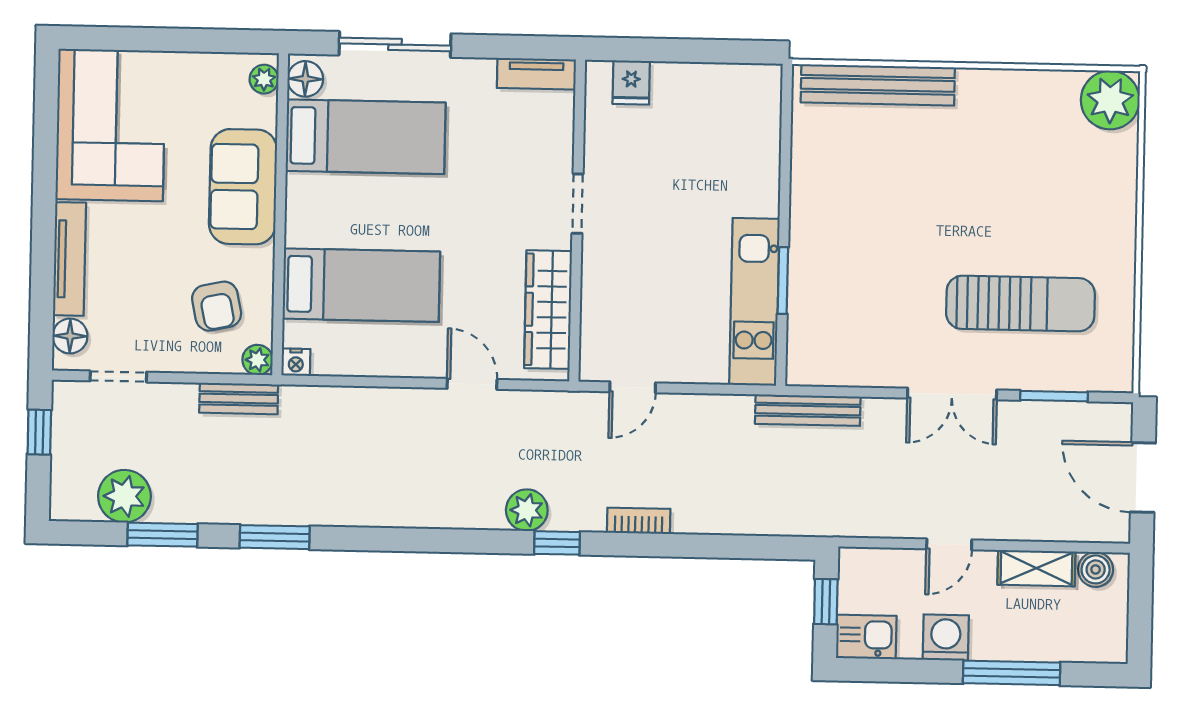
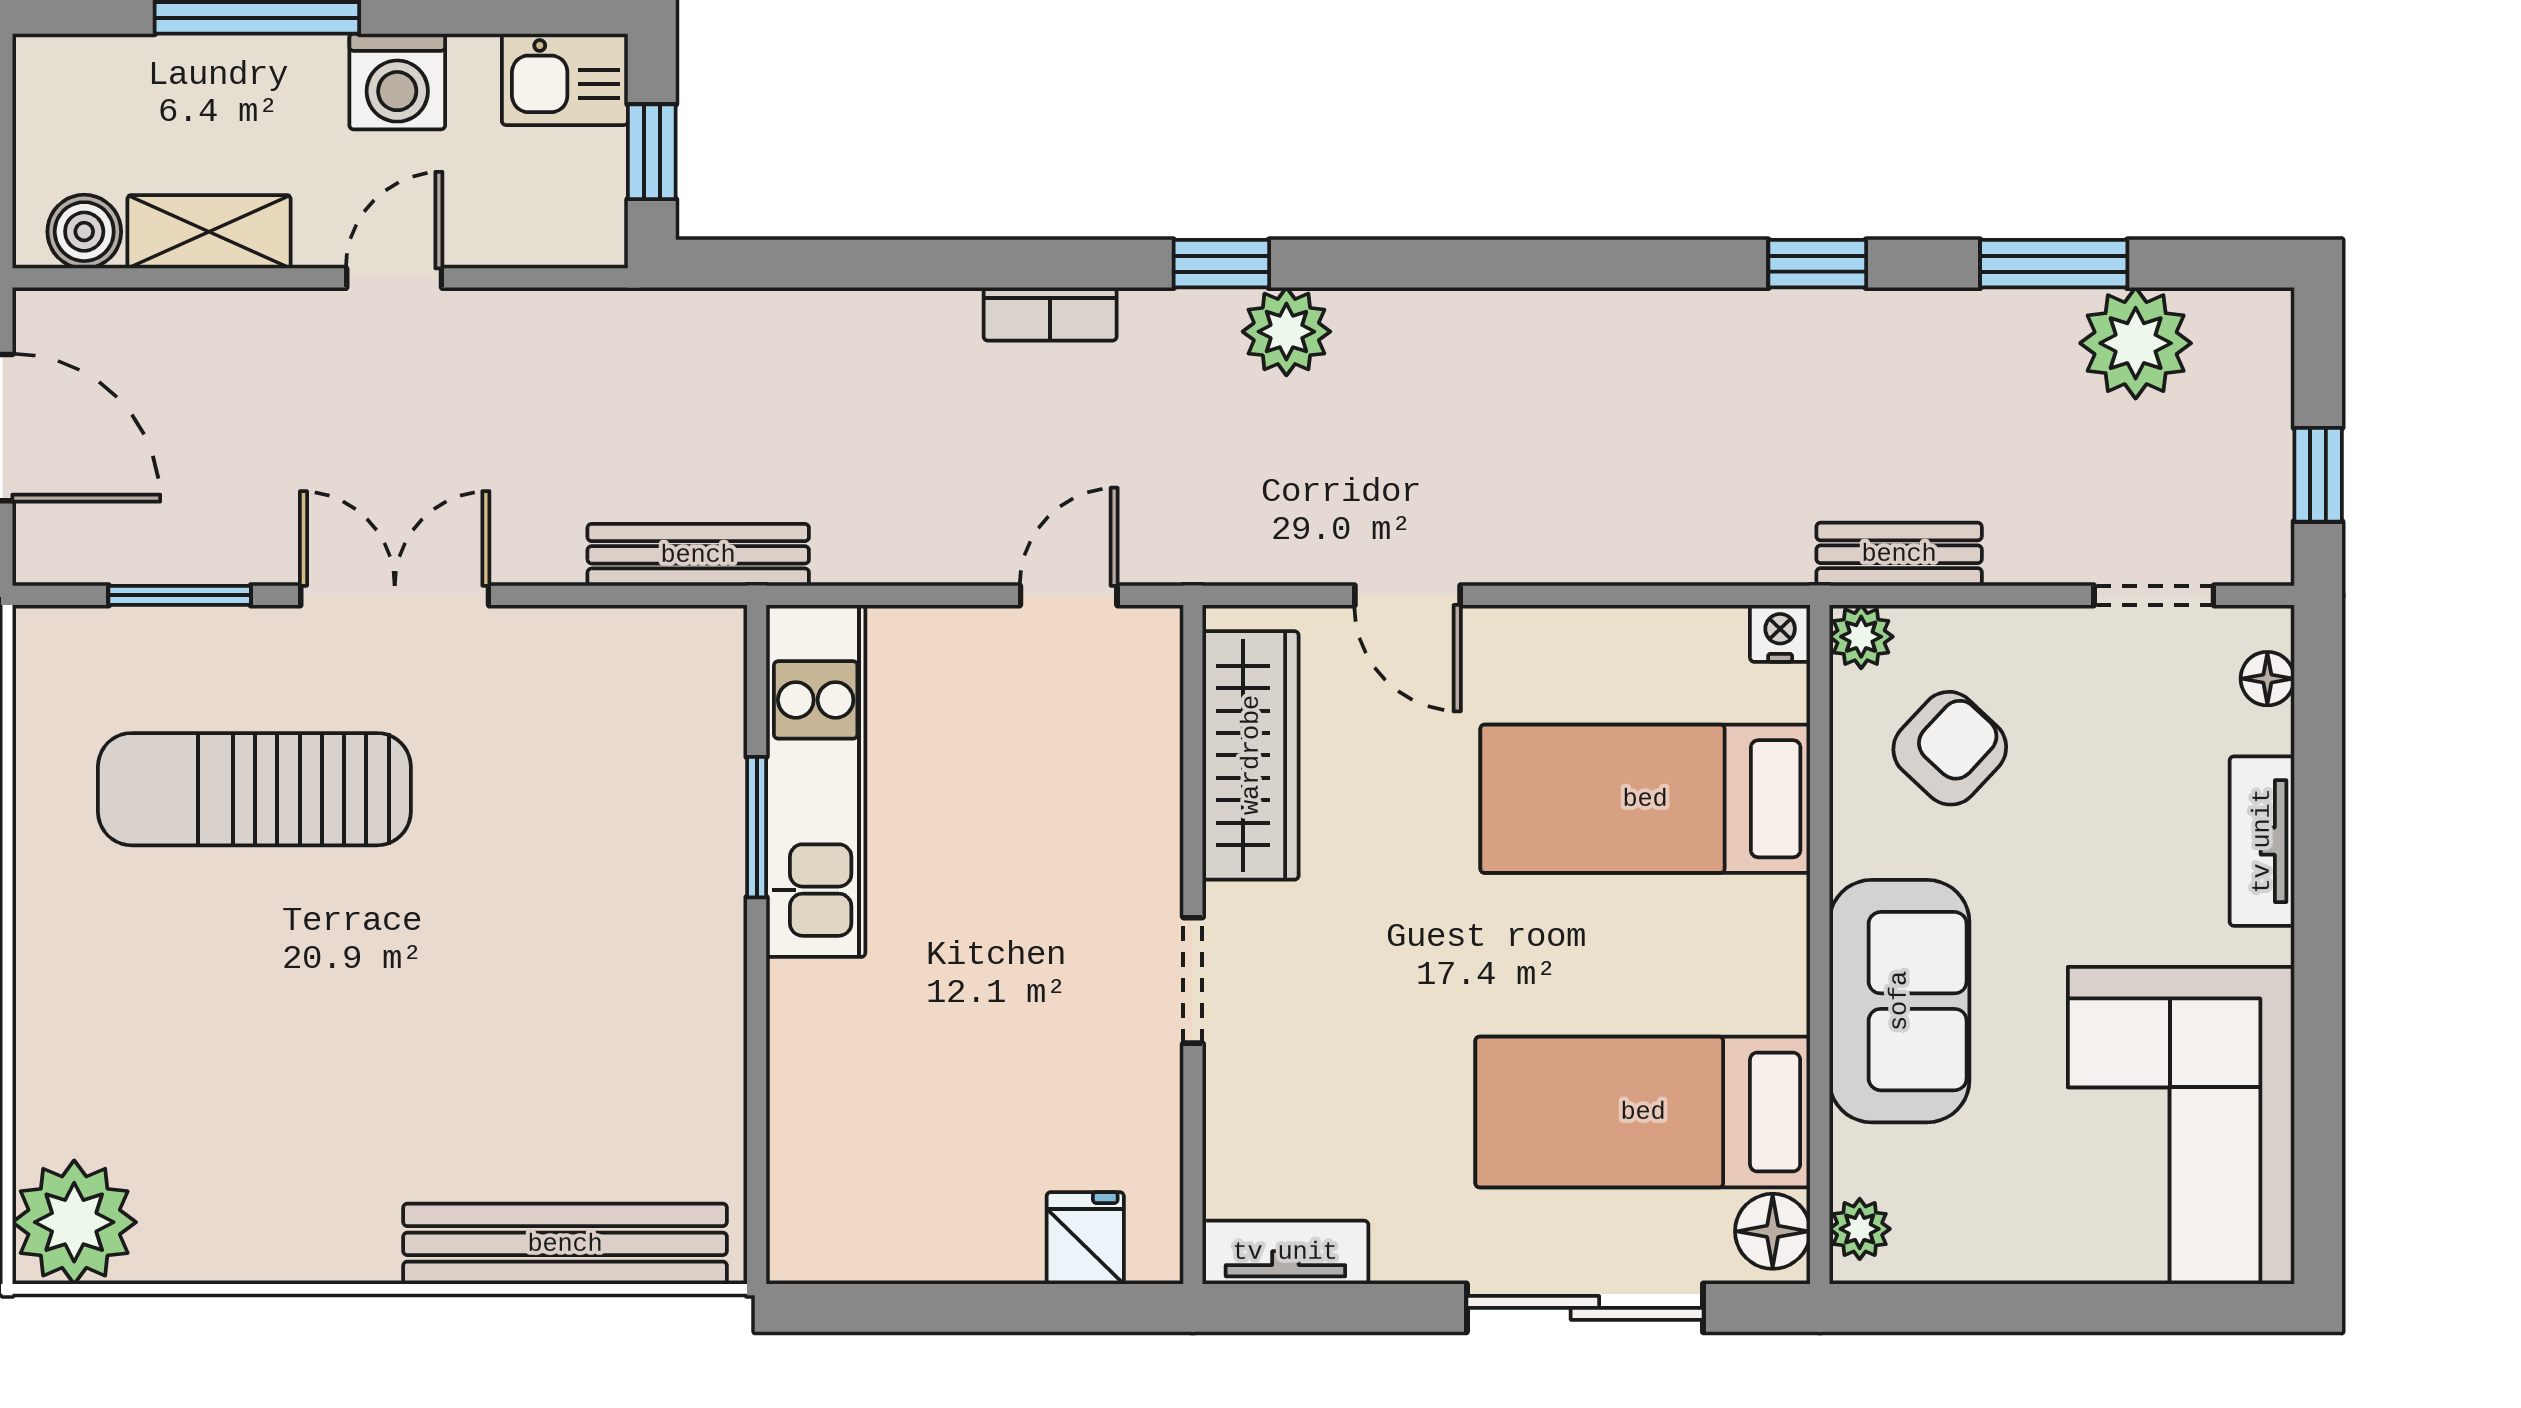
tv unit: (70, 259) -> (2262, 841), width x0.71
armchair: (217, 306) -> (1950, 748), turned 55
floor lamp: (70, 336) -> (2267, 679), width x0.73, depth x0.73
window: (275, 537) -> (1817, 264), width x0.67

